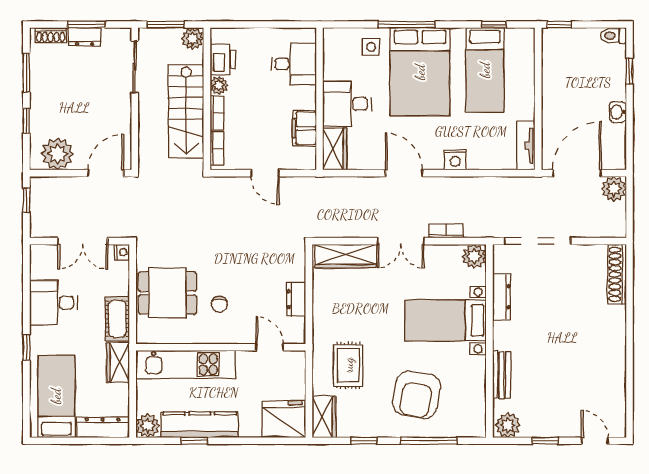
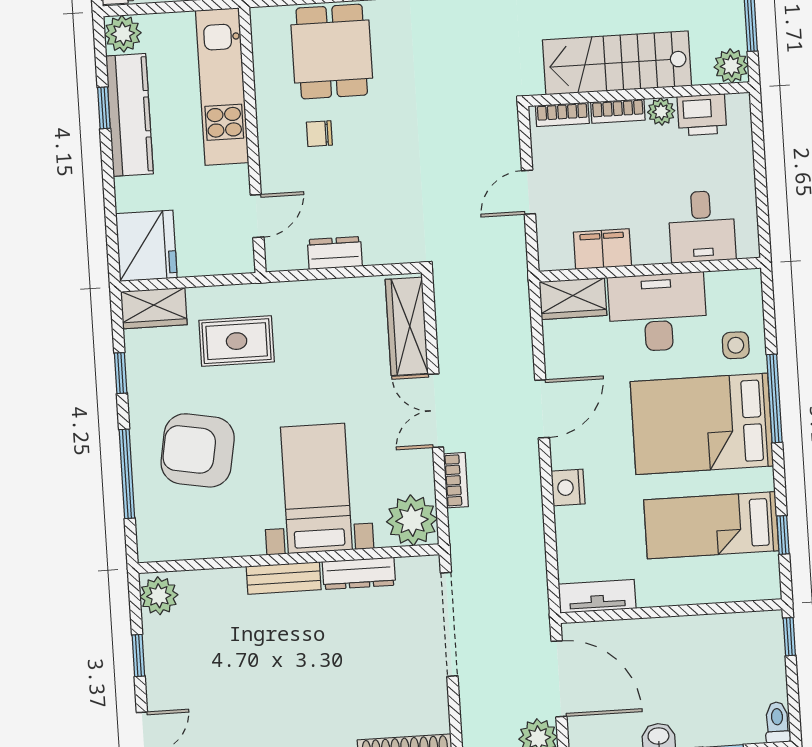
desk: (347, 104) -> (658, 312), width x1.37
plant: (474, 256) -> (412, 520), width x1.36, depth x1.36
bench: (501, 375) -> (284, 578), moved

